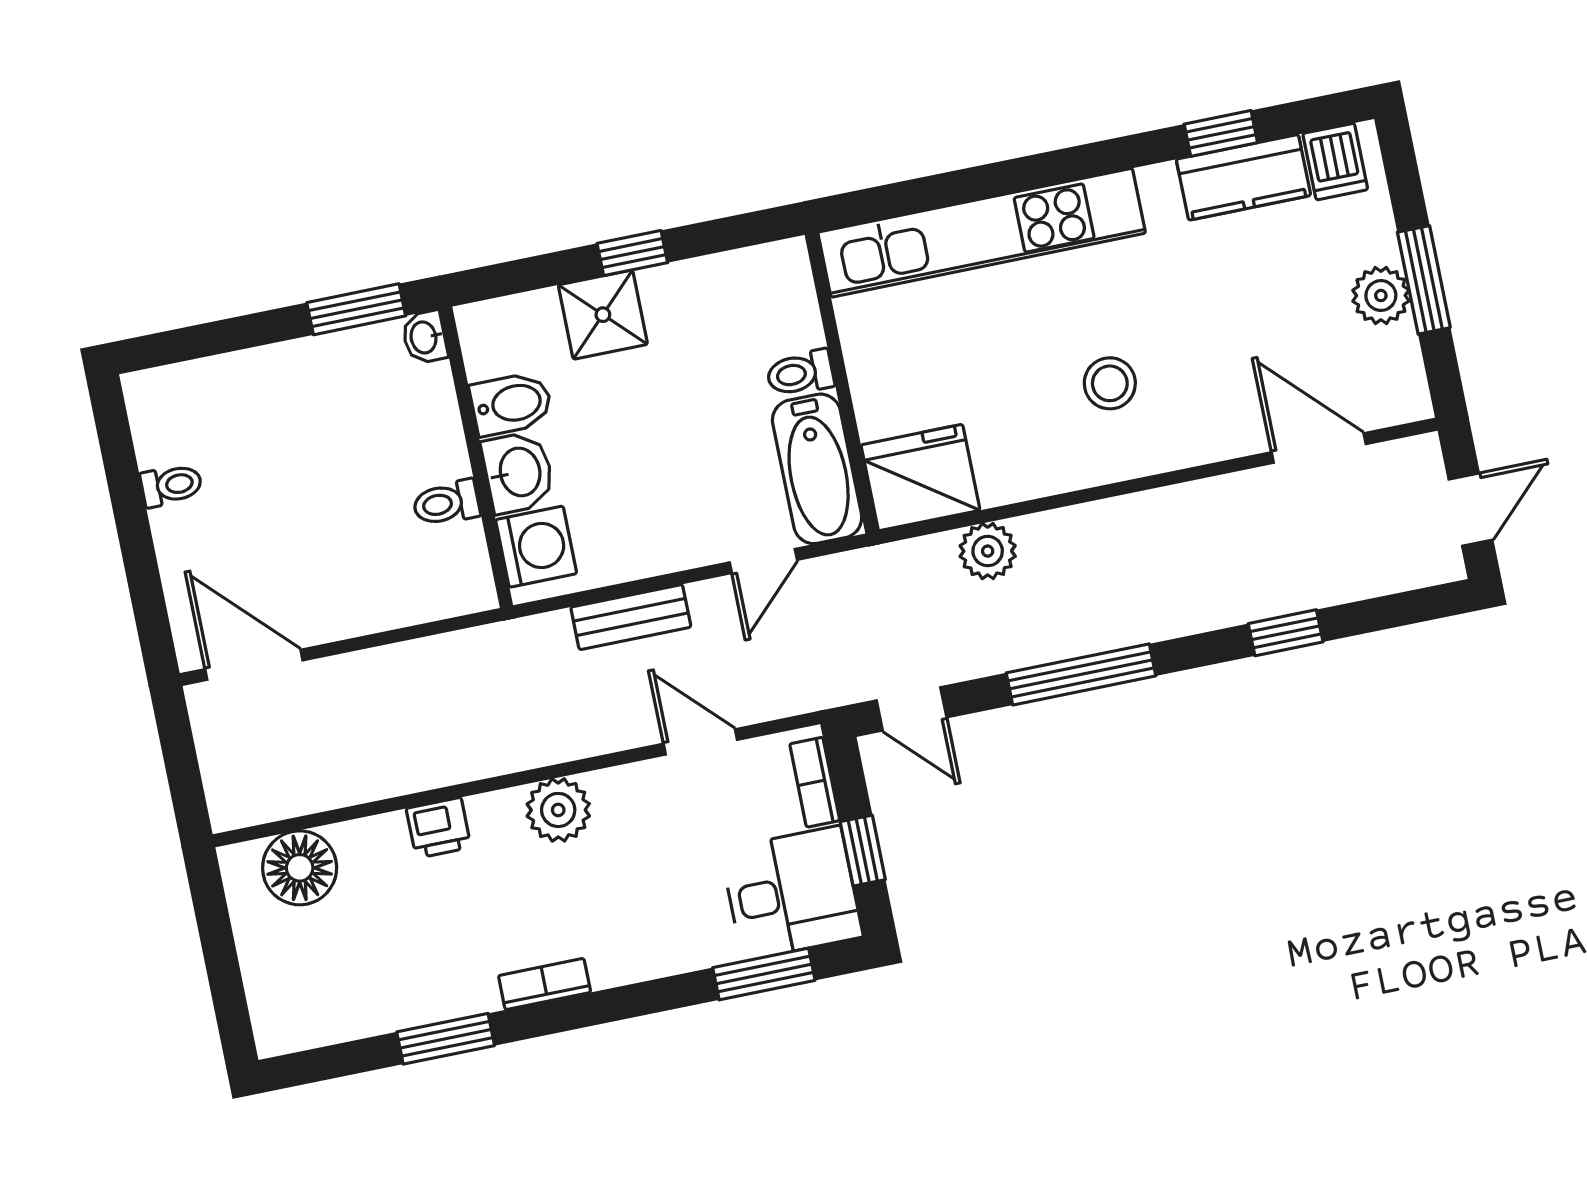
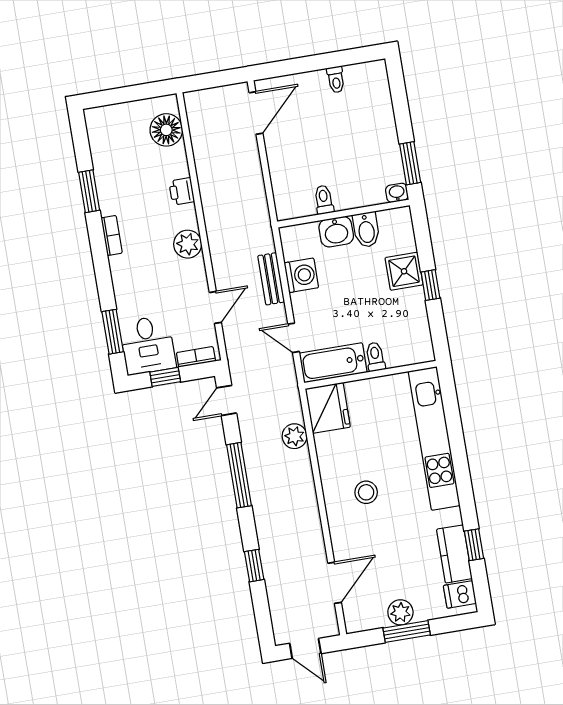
washing machine: (536, 547) -> (301, 275), moved, turned -90

